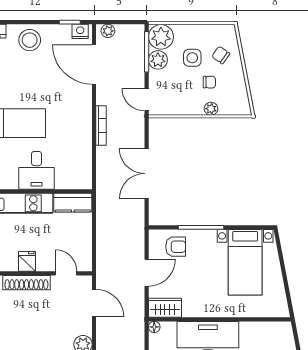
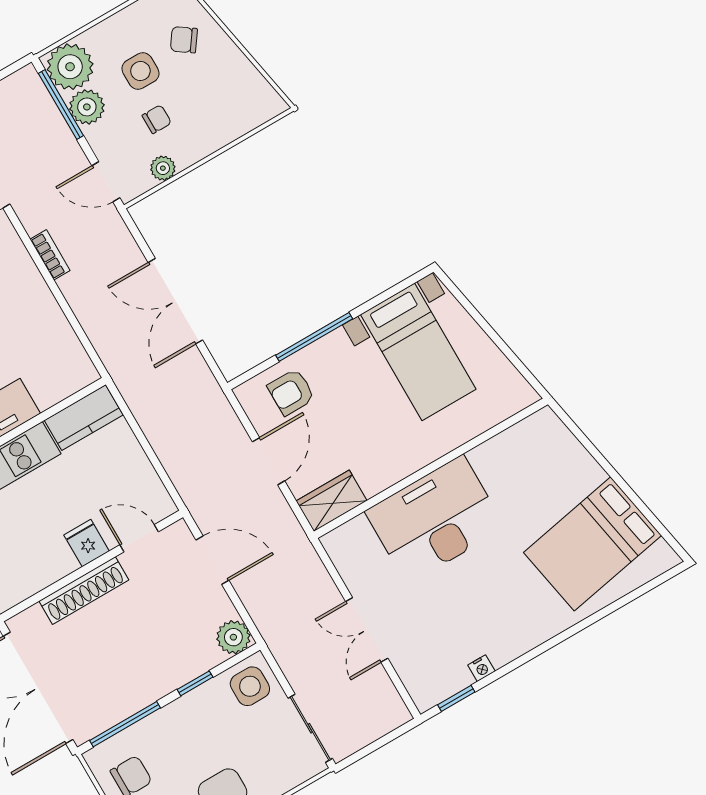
chair: (209, 82) -> (157, 119), moved
plant: (211, 109) -> (163, 168), moved
bookcase: (101, 126) -> (50, 255), width x0.64
armchair: (176, 247) -> (291, 392), turned 180
fridge: (27, 261) -> (87, 543), moved
floor lamp: (154, 327) -> (332, 542), removed

